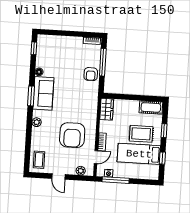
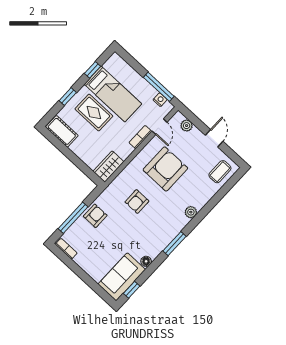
sofa: (43, 93) -> (122, 277), moved
armchair: (73, 102) -> (137, 201), added
door: (96, 157) -> (160, 127), swing flipped

